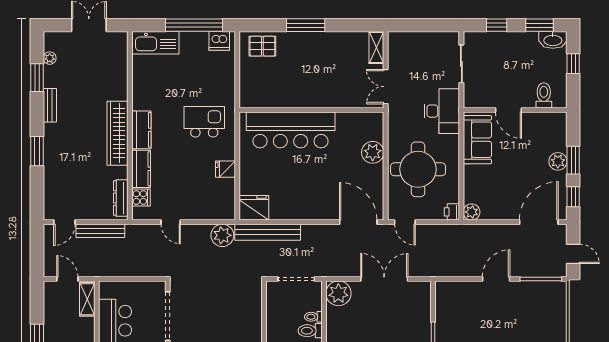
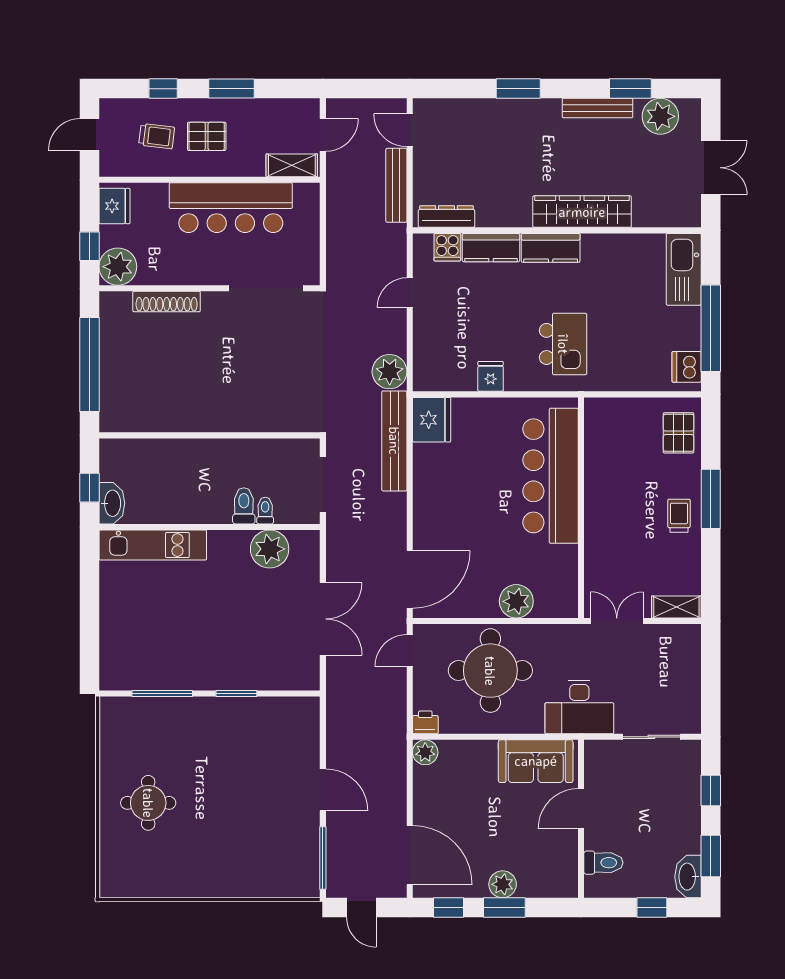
trolley: (317, 46) -> (679, 516), added
plant: (50, 58) -> (660, 116), width x1.87, depth x1.87
bench: (50, 105) -> (597, 108), width x1.36
wardrobe: (118, 133) -> (582, 212), moved
door: (573, 254) -> (361, 908), hinge flipped
plant: (338, 293) -> (270, 549), moved

